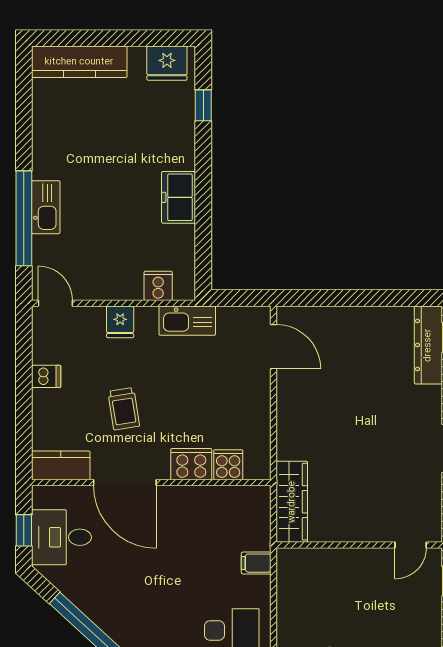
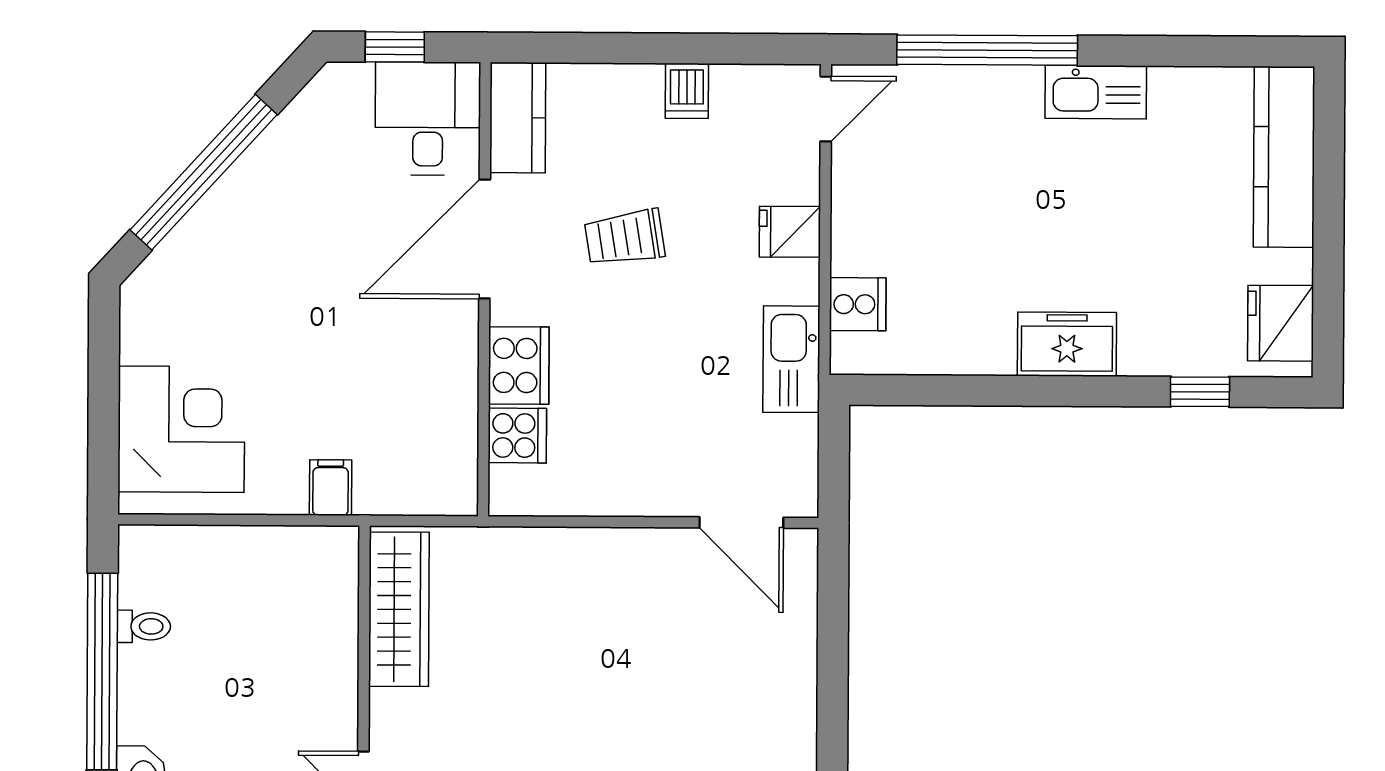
freezer: (179, 197) -> (1067, 344), moved
kitchen sink: (46, 207) -> (1096, 92), moved
door: (273, 347) -> (741, 523), hinge flipped
wardrobe: (292, 502) -> (399, 609), moved, turned -90
desk: (61, 537) -> (428, 118), moved

